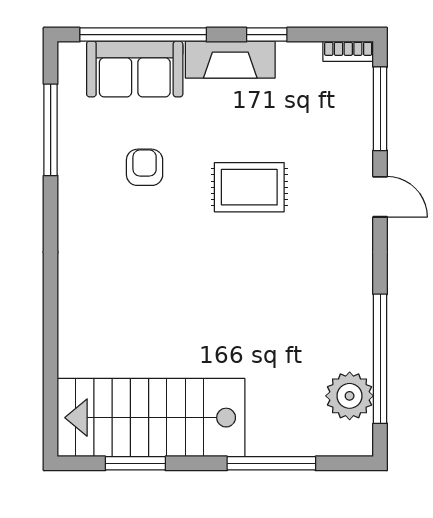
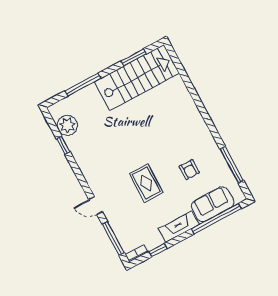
window: (267, 35) -> (158, 250), moved
rug: (249, 187) -> (146, 183), turned 90
window: (380, 359) -> (63, 145), width x0.32

